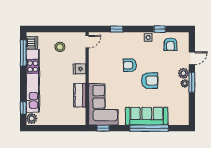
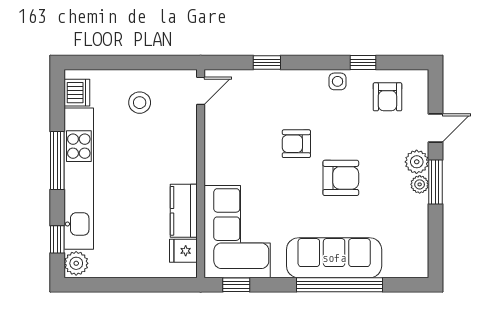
window: (23, 53) -> (57, 161), moved
fridge: (79, 69) -> (183, 251), moved

